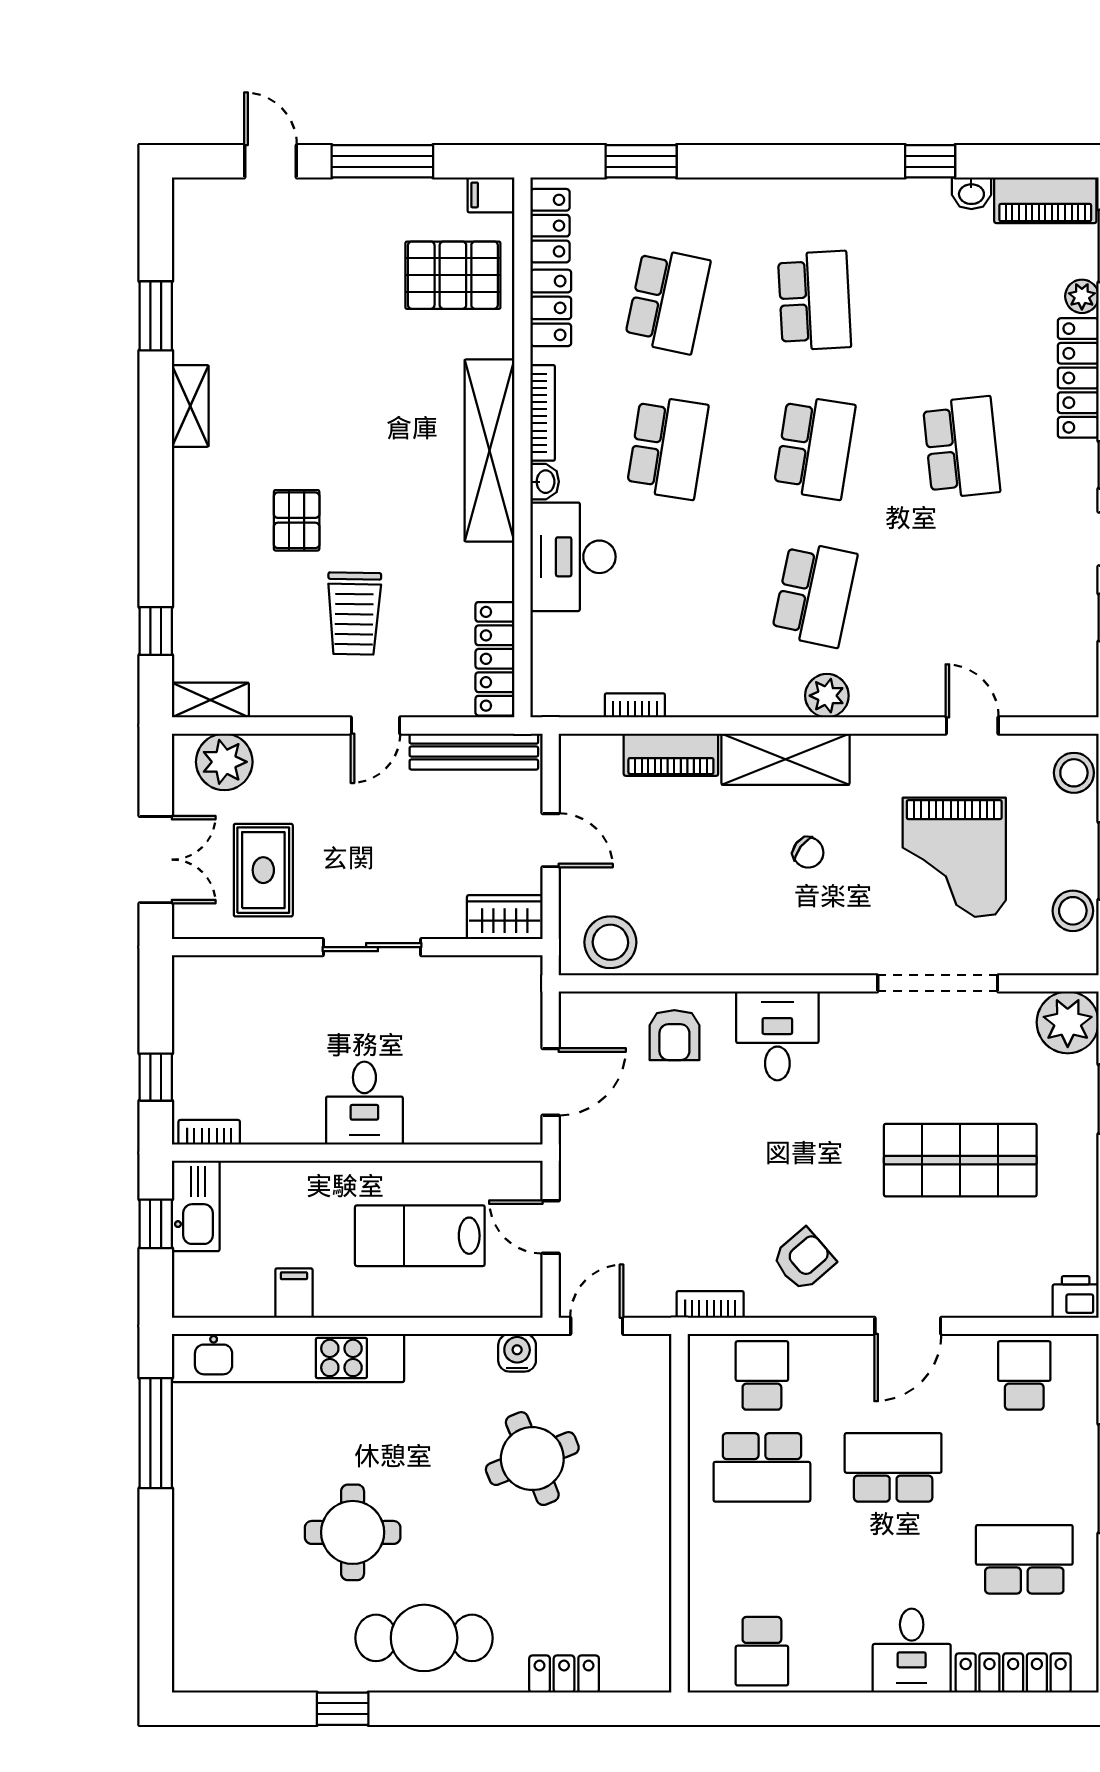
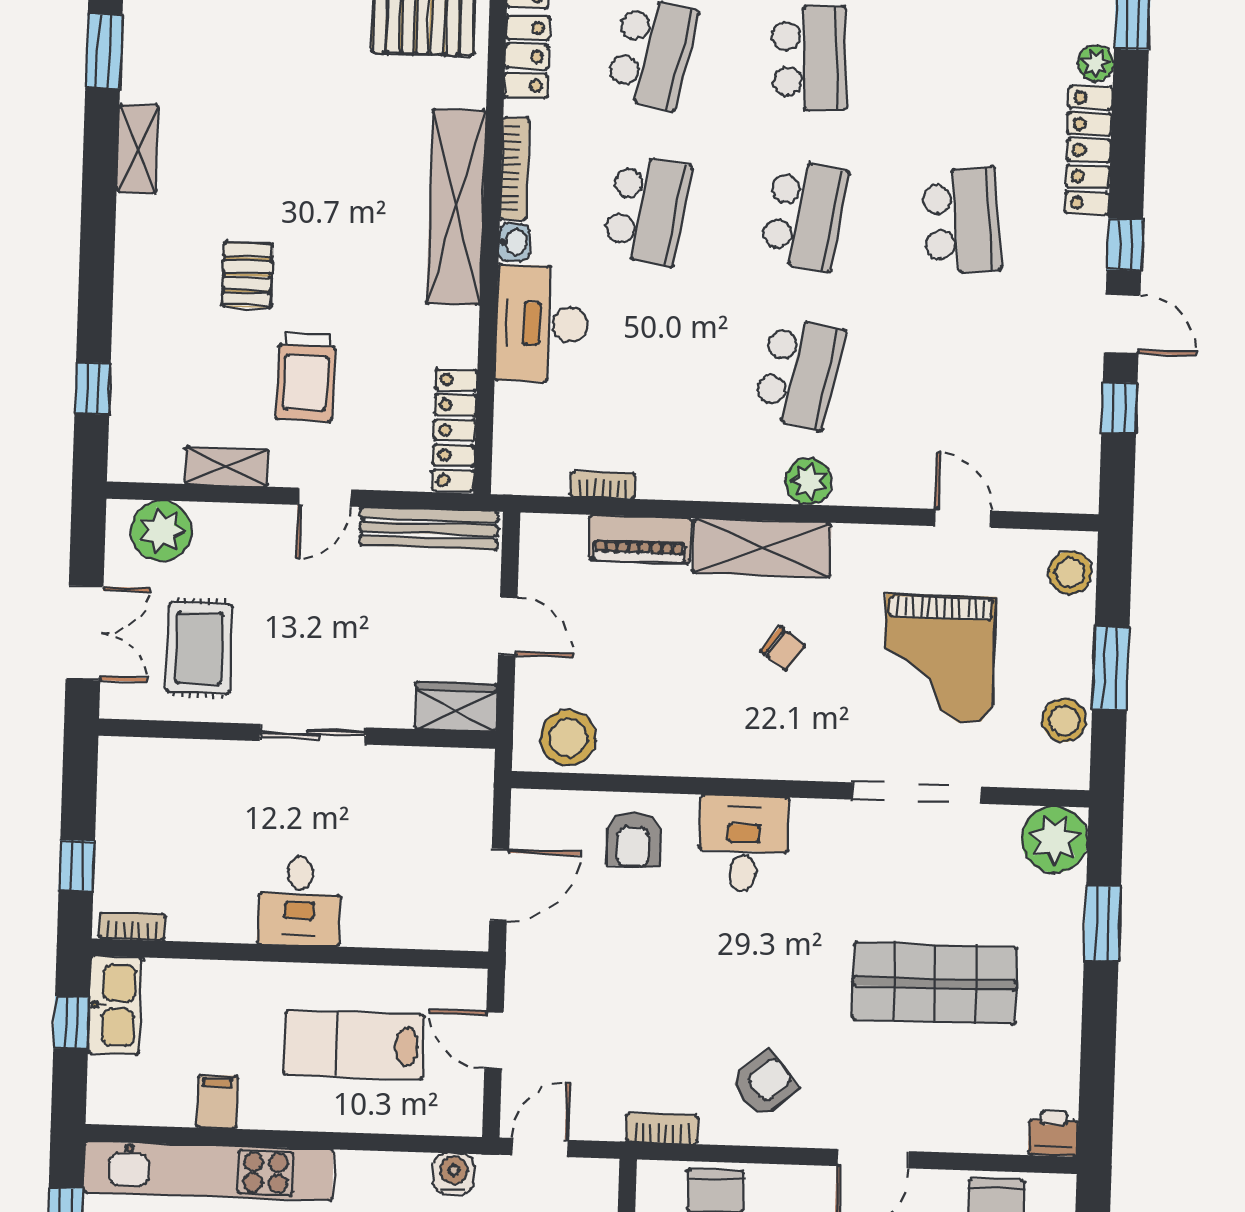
shelving: (210, 700) -> (226, 467), moved

